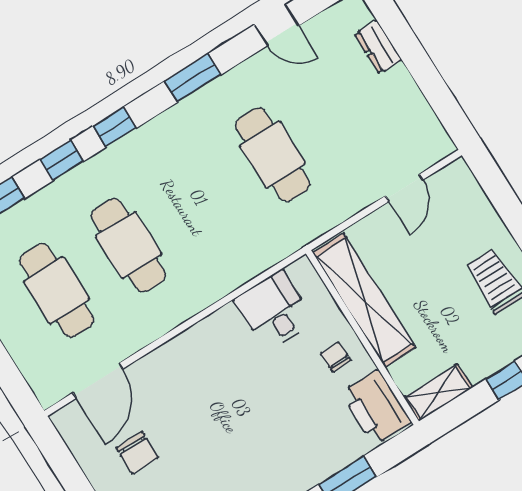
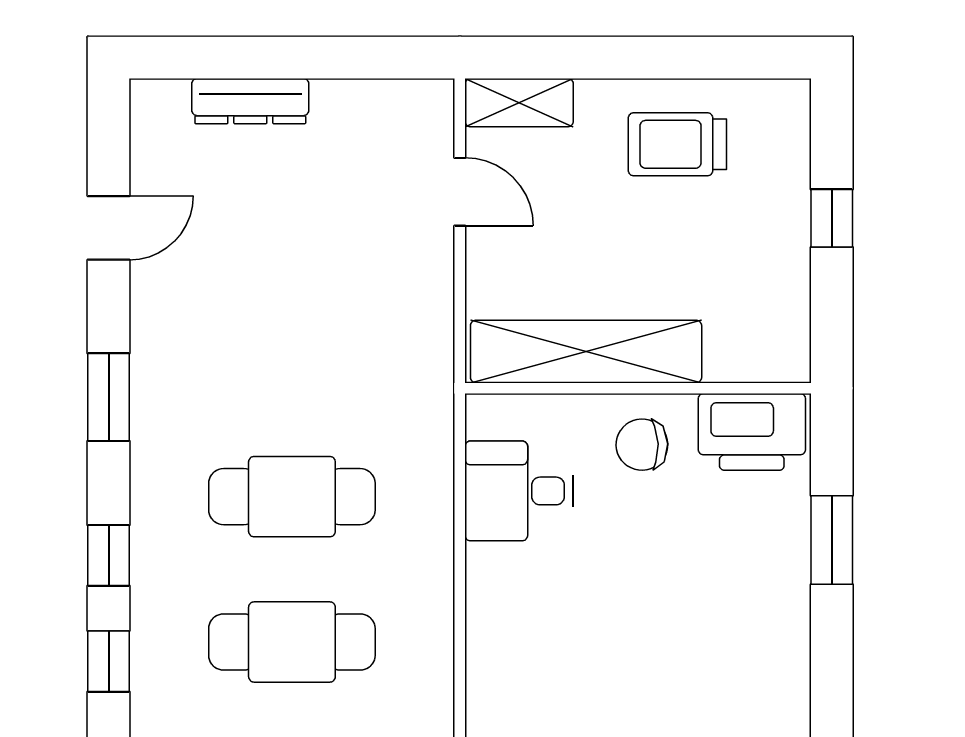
dresser: (378, 47) -> (250, 101), width x1.44
cafe table: (273, 154) -> (292, 497), moved
chair: (336, 357) -> (642, 445), width x1.37, depth x1.37
shelving: (438, 393) -> (519, 103), moved, turned 90

